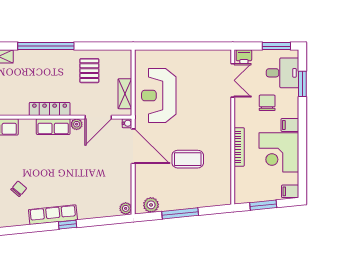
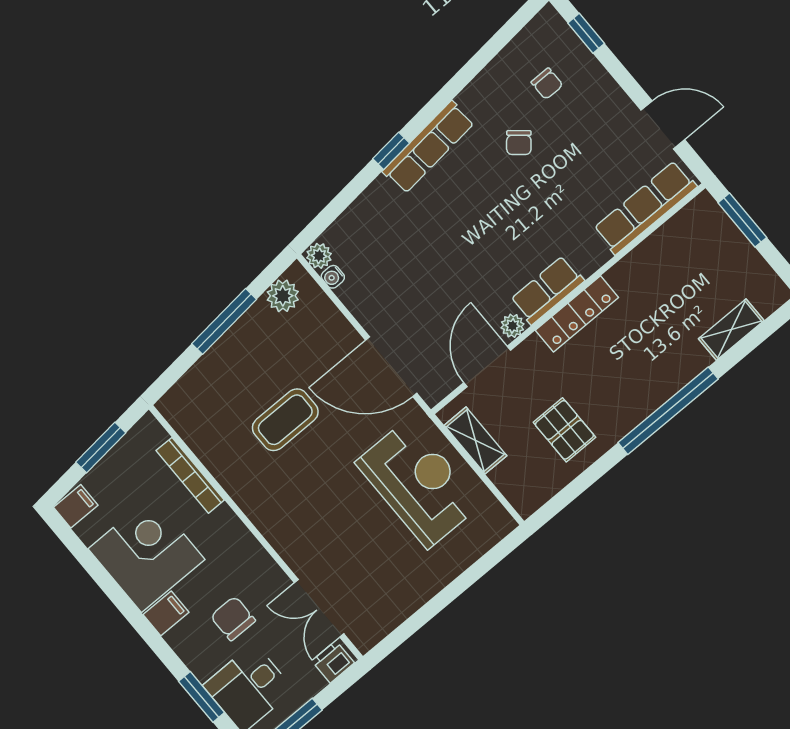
chair: (267, 103) -> (233, 618), turned 180
water cooler: (127, 123) -> (333, 277), moved
bookcase: (239, 147) -> (190, 475), moved

